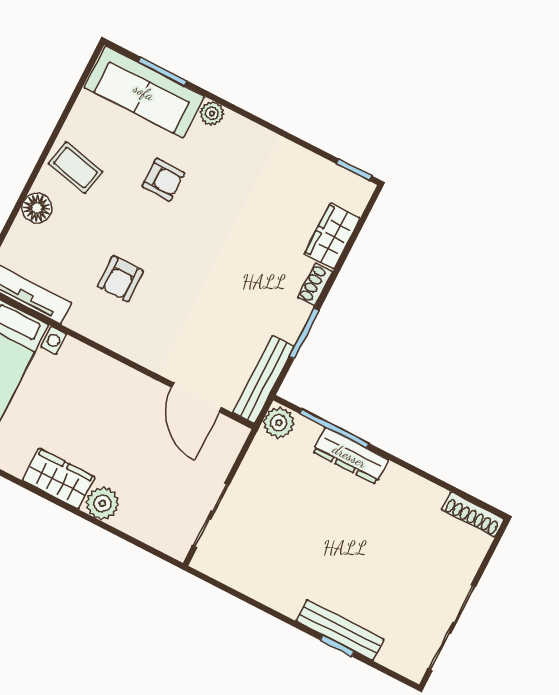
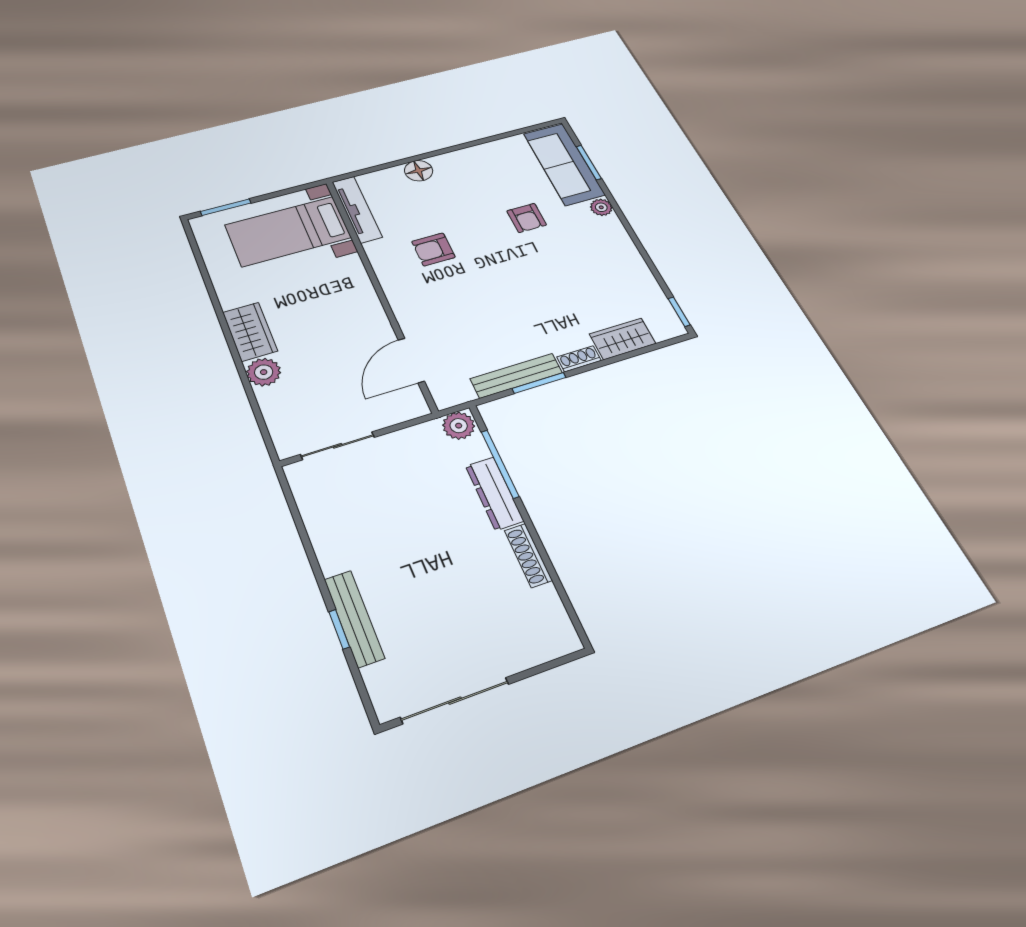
coffee table: (75, 168) -> (470, 169), removed
bench: (263, 379) -> (516, 376), moved
shoe rack: (473, 514) -> (528, 555), moved

